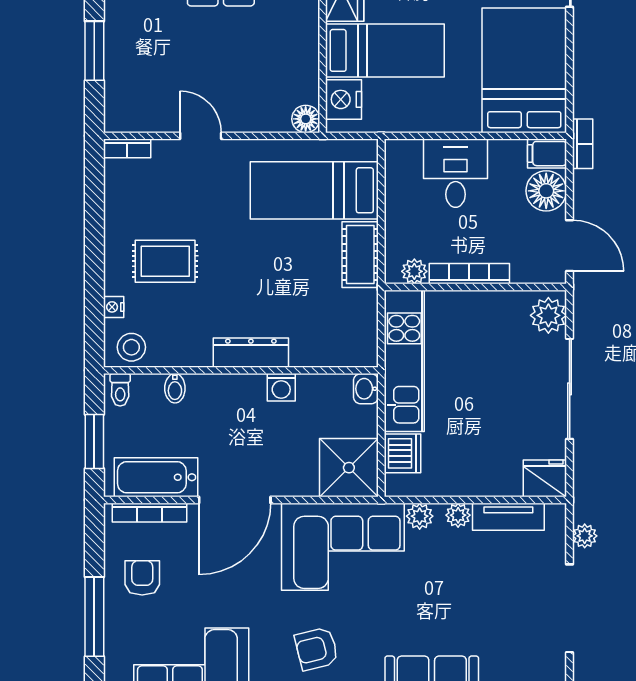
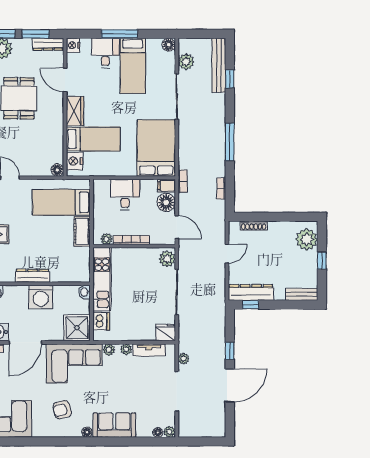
washing machine: (281, 387) -> (41, 297), width x1.89, depth x1.89

